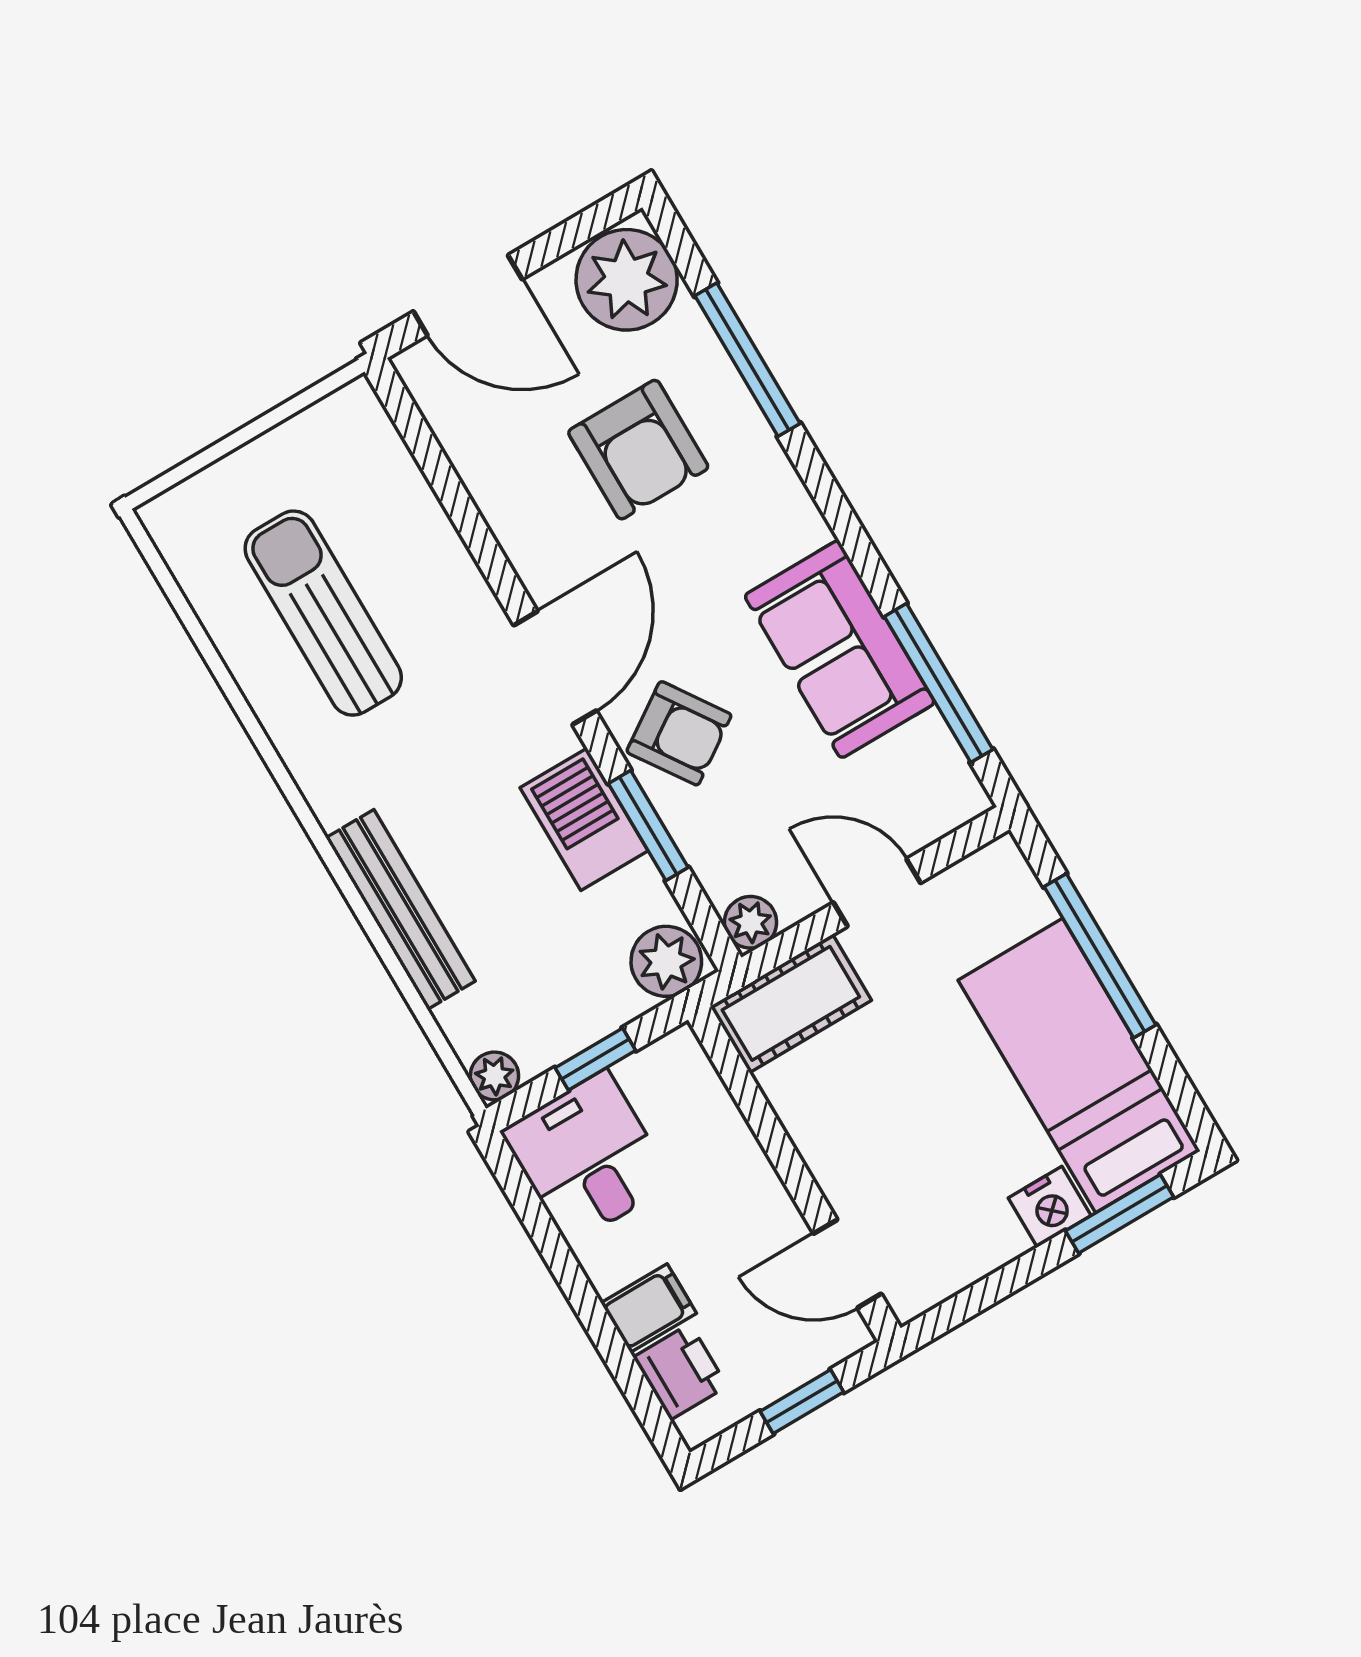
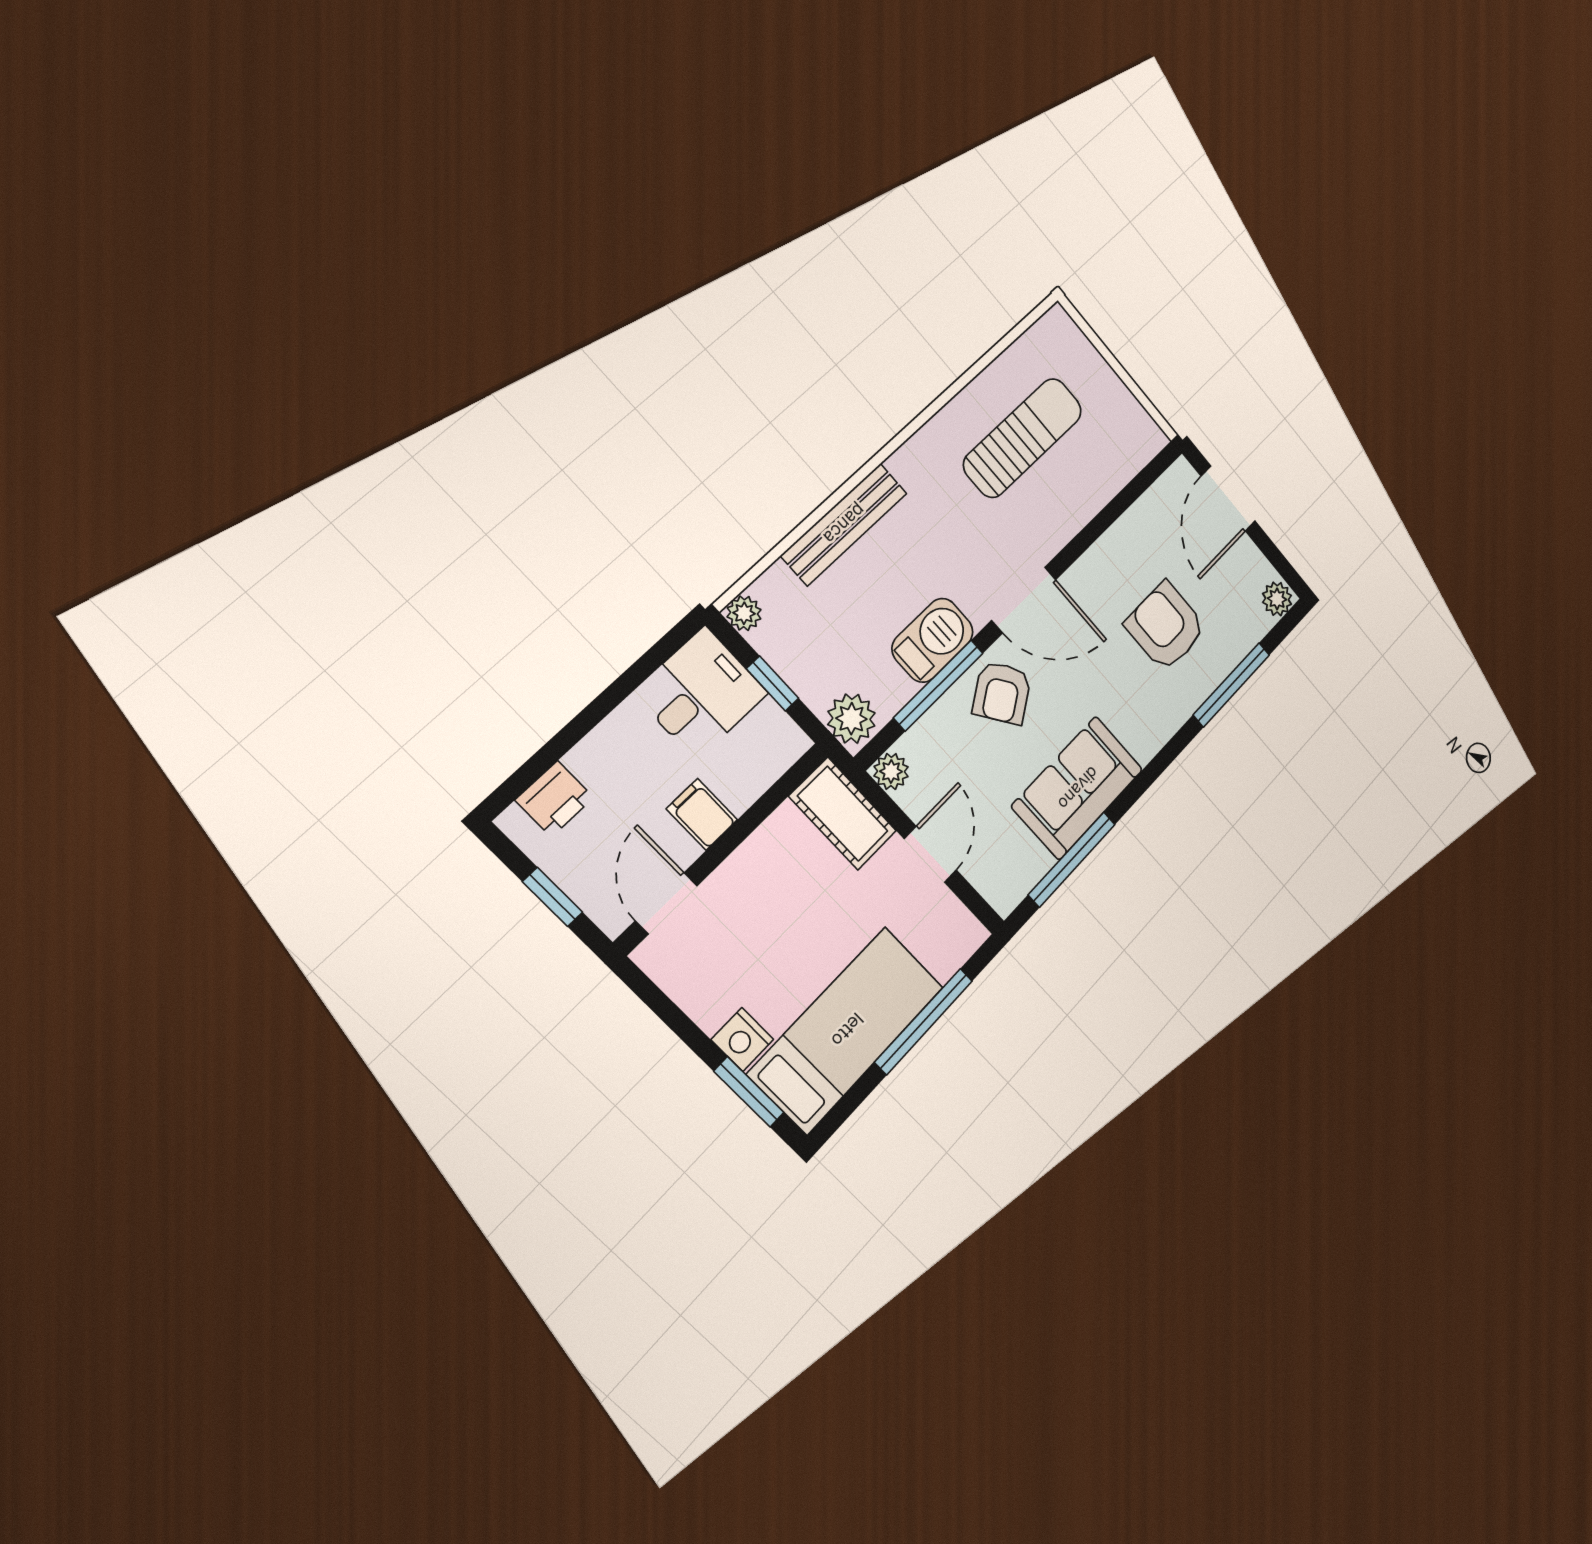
plant: (627, 280) -> (1277, 599), width x0.53, depth x0.53
armchair: (638, 450) -> (1166, 626), turned 90
window: (648, 826) -> (939, 685), width x1.44
filing cabinet: (649, 1308) -> (702, 814), moved, turned 180

